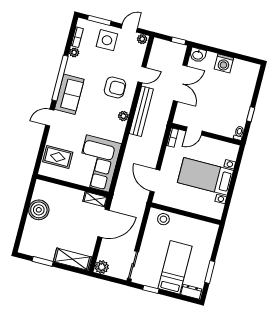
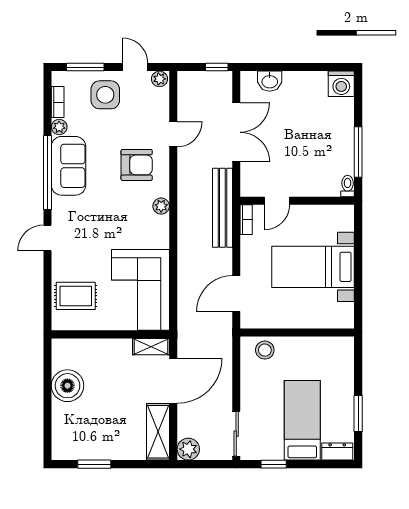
door: (129, 28) -> (135, 67), hinge flipped
washbasin: (198, 55) -> (270, 81), moved
washing machine: (224, 63) -> (341, 84), moved
sofa: (69, 94) -> (68, 166), moved
bench: (141, 111) -> (222, 208), moved
window: (251, 114) -> (358, 152), width x2.17
door: (155, 181) -> (236, 294), hinge flipped
shelving: (72, 259) -> (158, 432), moved, turned 90

